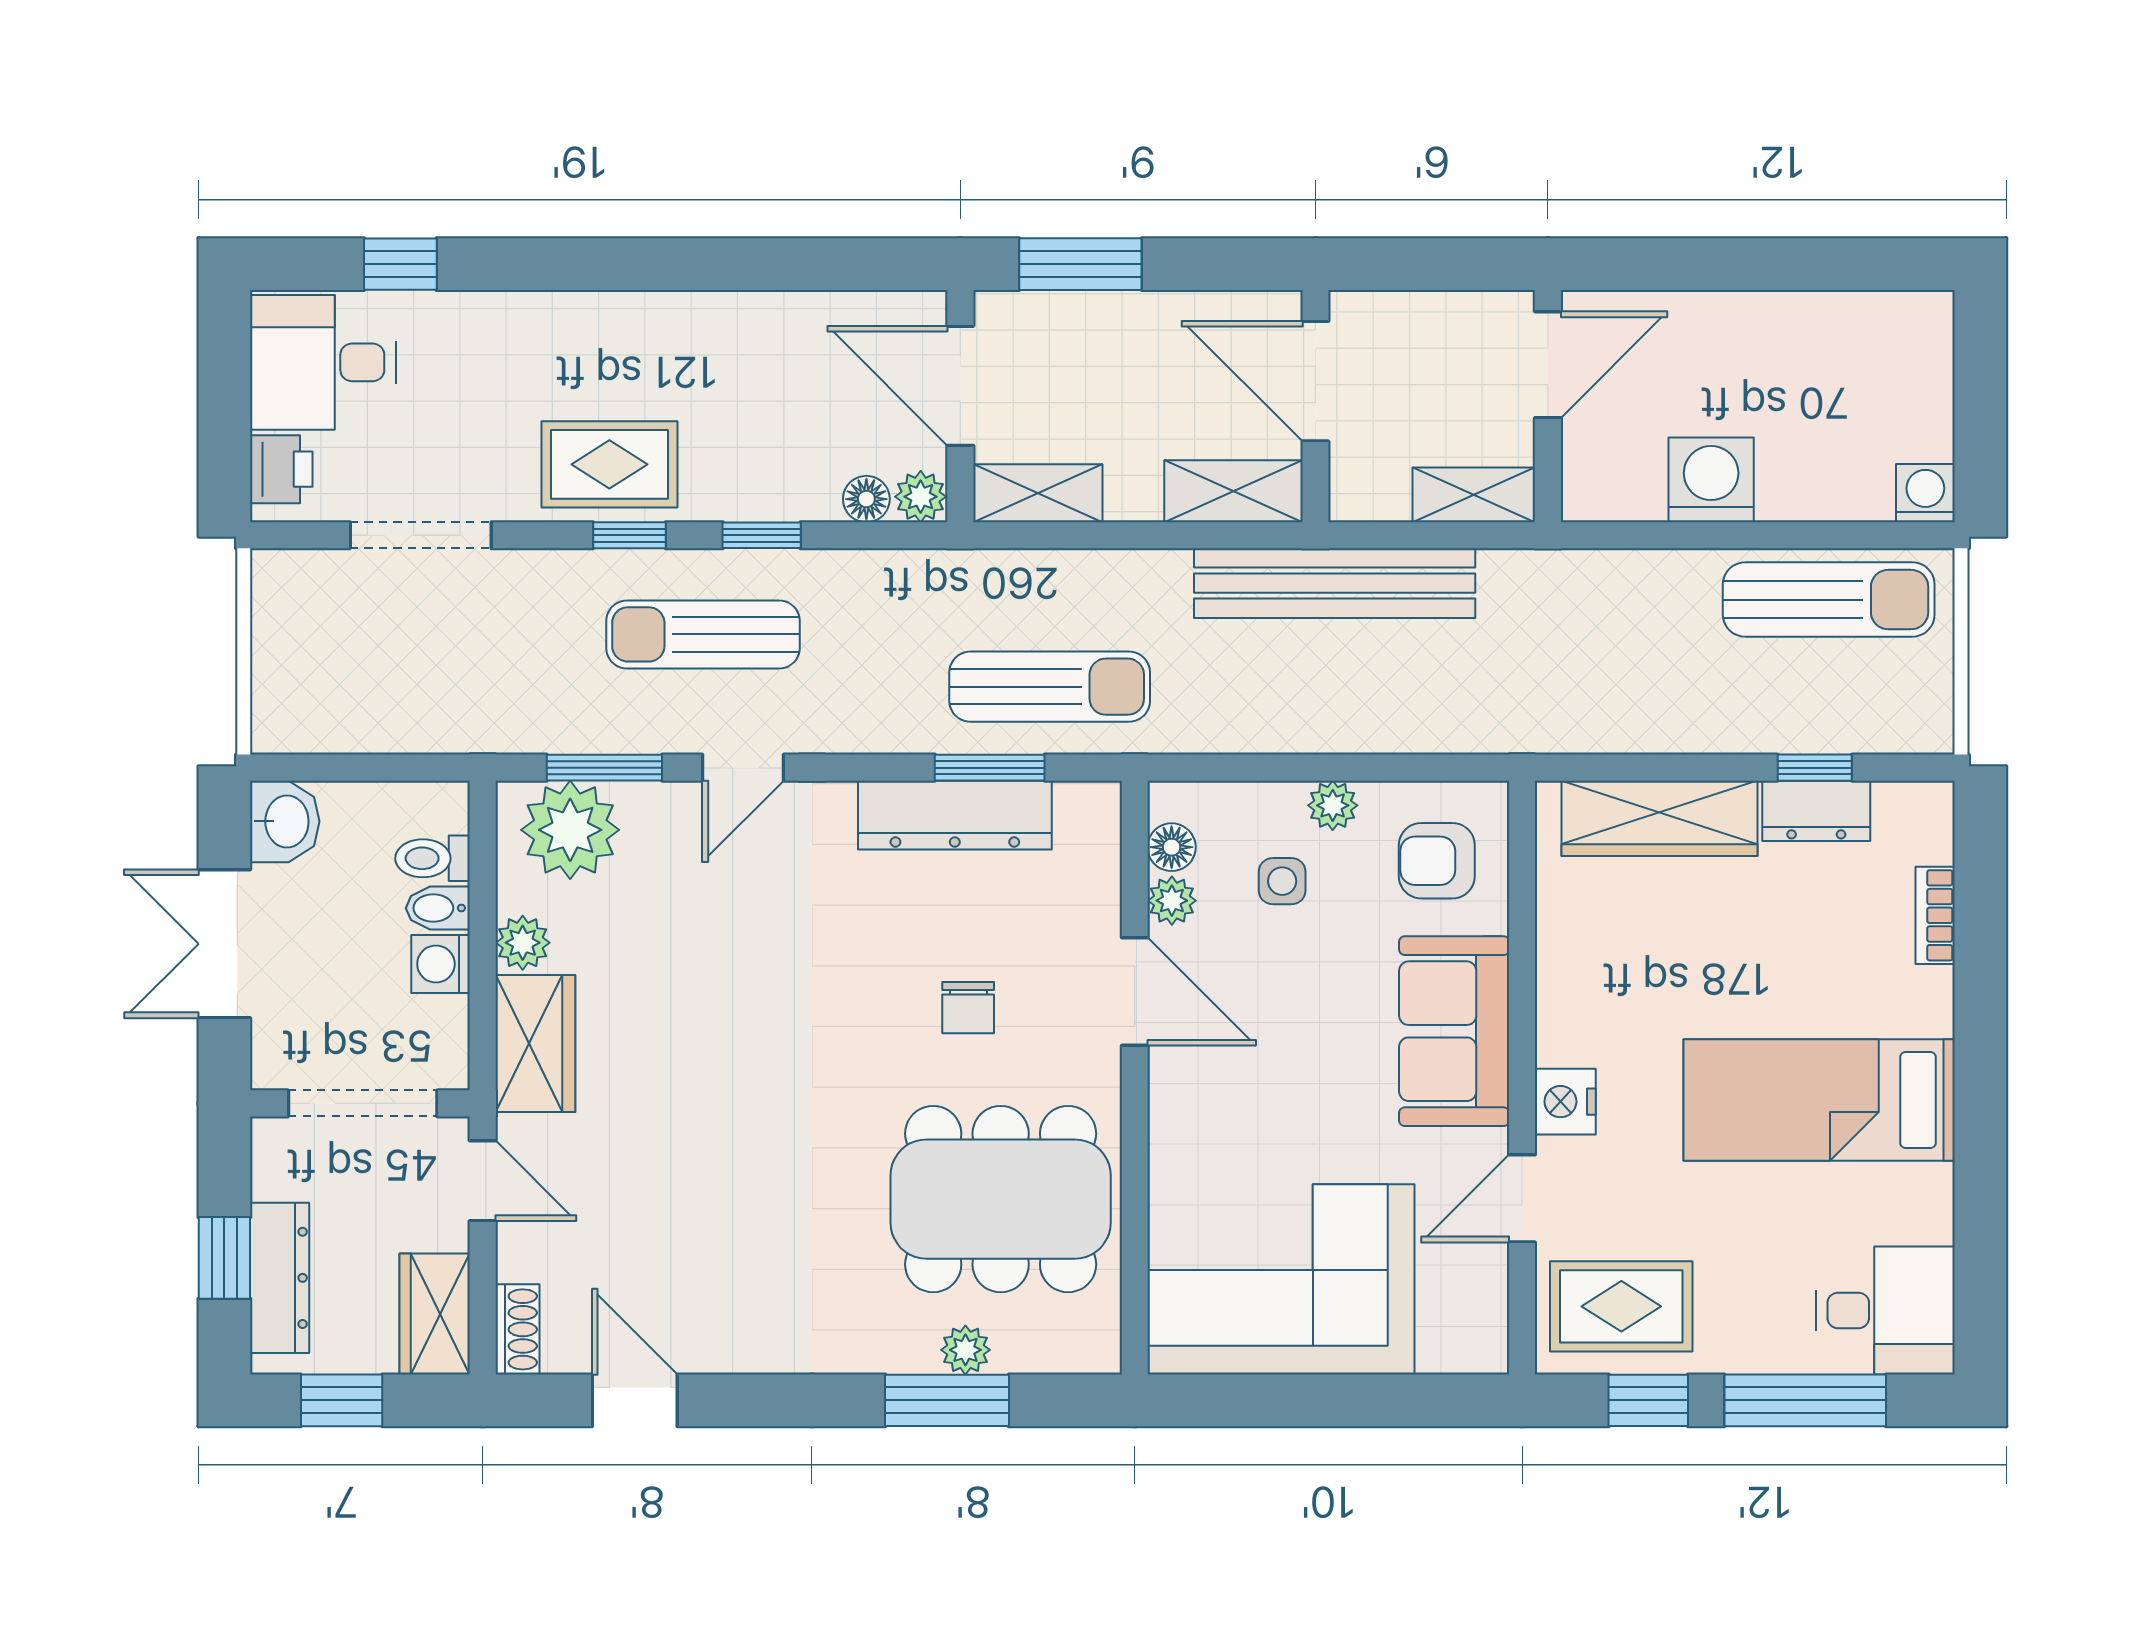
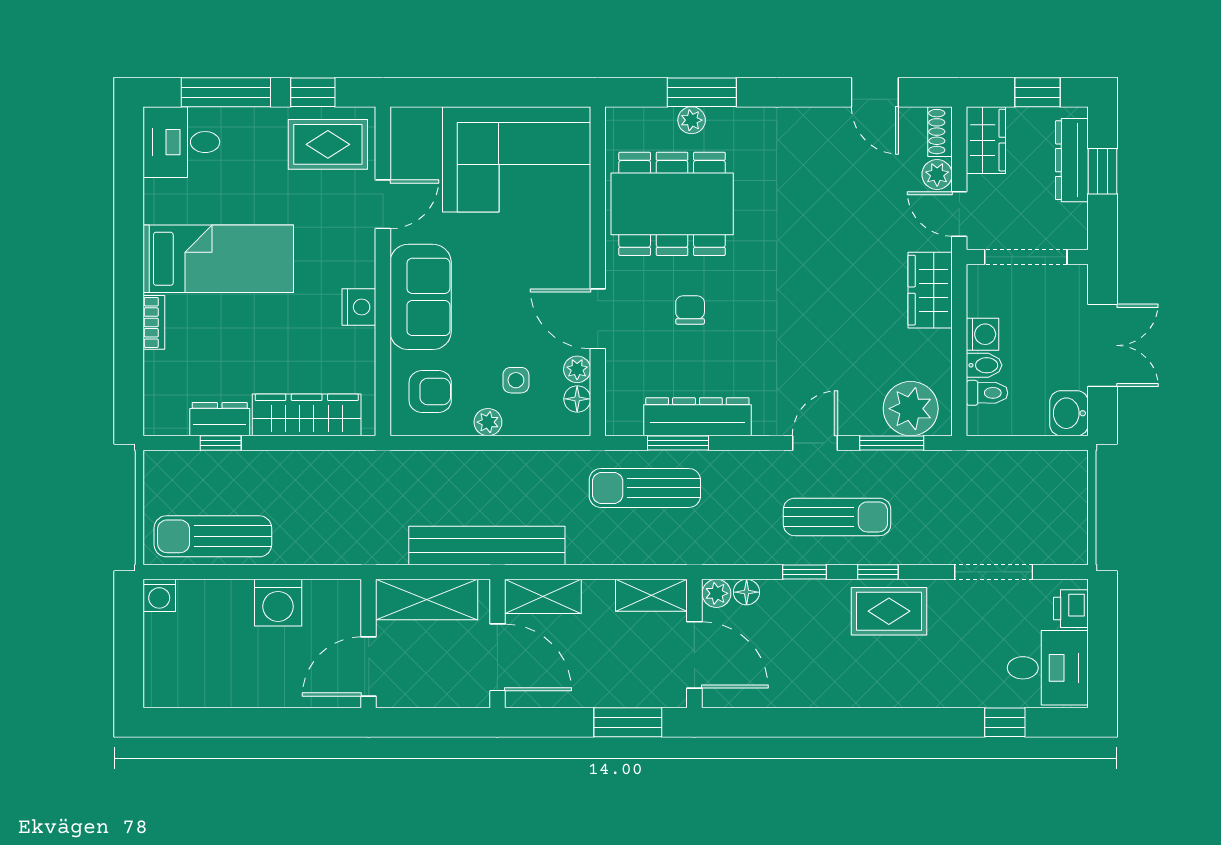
shelving: (1474, 495) -> (427, 599), width x1.50, depth x1.33
bookcase: (1935, 915) -> (154, 322), moved
plant: (523, 943) -> (937, 175), moved
nightstand: (1565, 1102) -> (359, 307), moved

